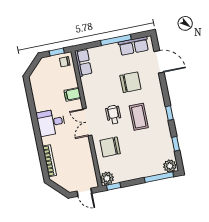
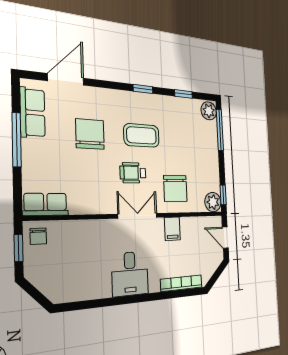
filing cabinet: (72, 94) -> (172, 229), moved
double door: (87, 122) -> (138, 216), swing flipped
door: (84, 192) -> (225, 238), swing flipped

